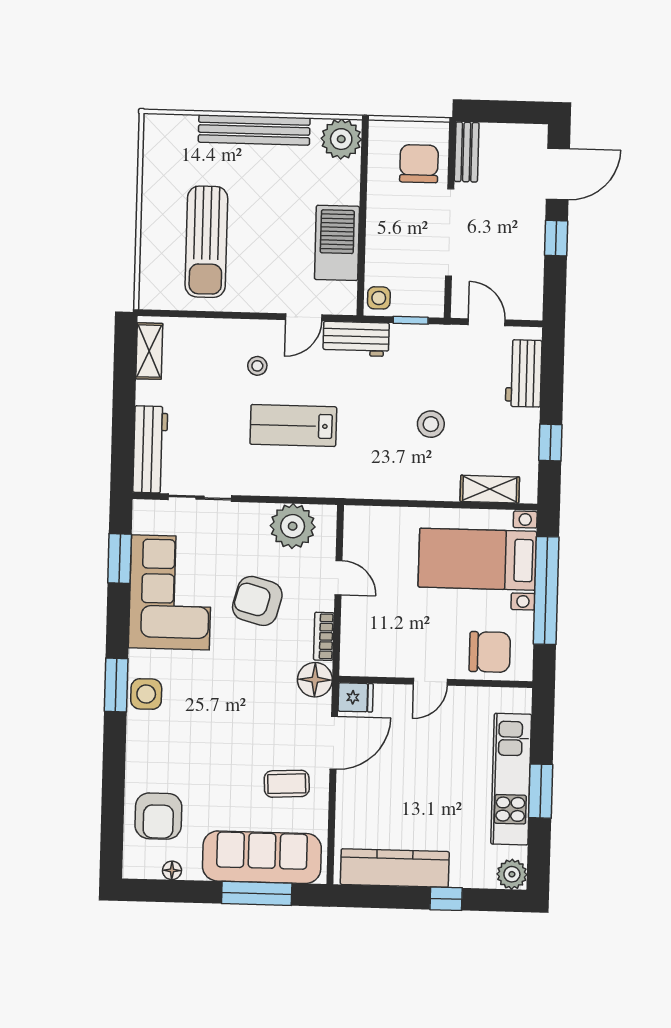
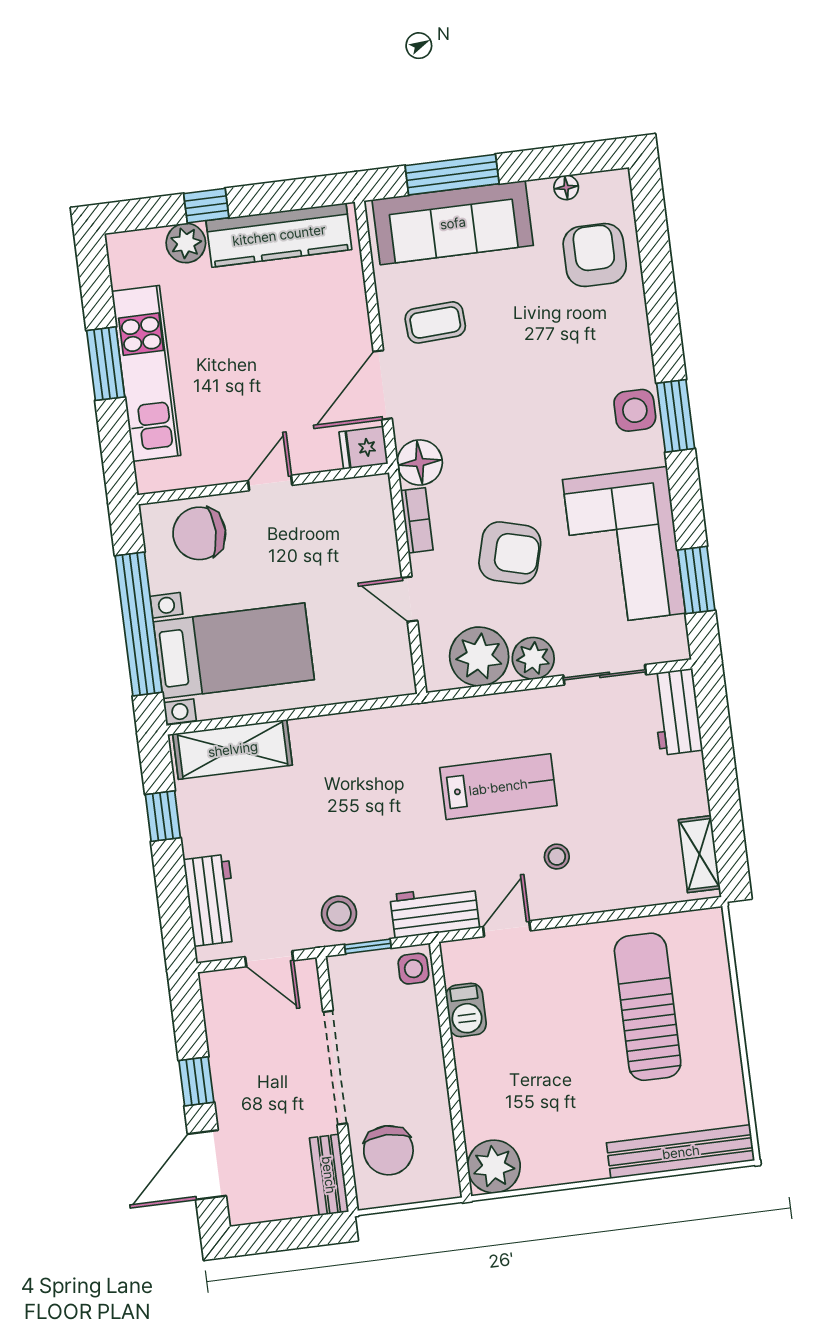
bench: (254, 130) -> (681, 1152), moved
barbecue: (337, 243) -> (466, 1010), width x0.53, depth x0.65
stool: (431, 424) -> (339, 913), moved
workbench: (150, 449) -> (677, 712), width x0.73
shelving: (490, 489) -> (233, 749), width x1.50, depth x1.33
plant: (252, 518) -> (533, 658), added
plant: (512, 874) -> (186, 243), moved

